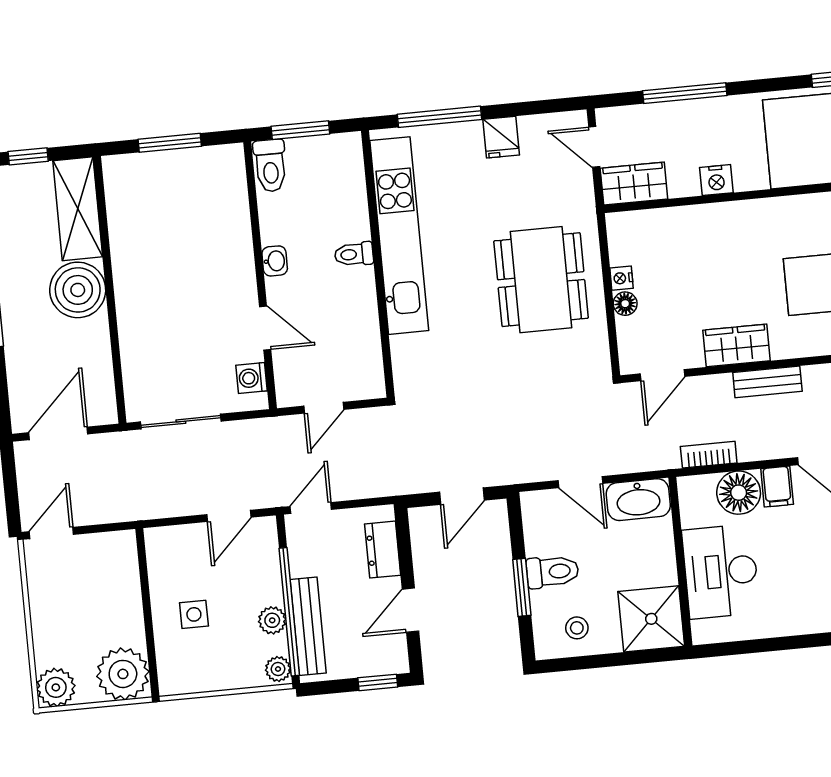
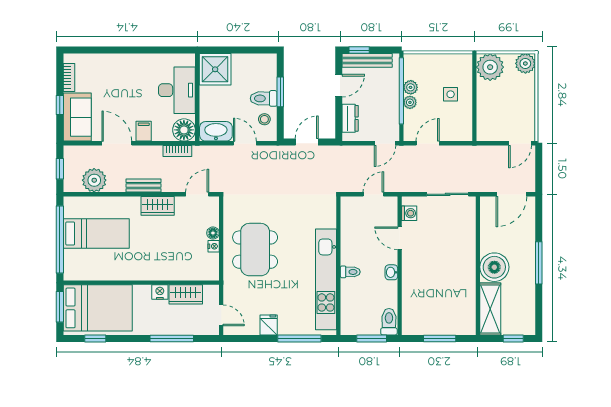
wardrobe: (634, 184) -> (186, 294), moved
floor lamp: (739, 493) -> (184, 130), moved
bench: (308, 626) -> (367, 60), moved, turned 90
stool: (577, 628) -> (264, 119), moved
plant: (278, 669) -> (410, 102), moved

